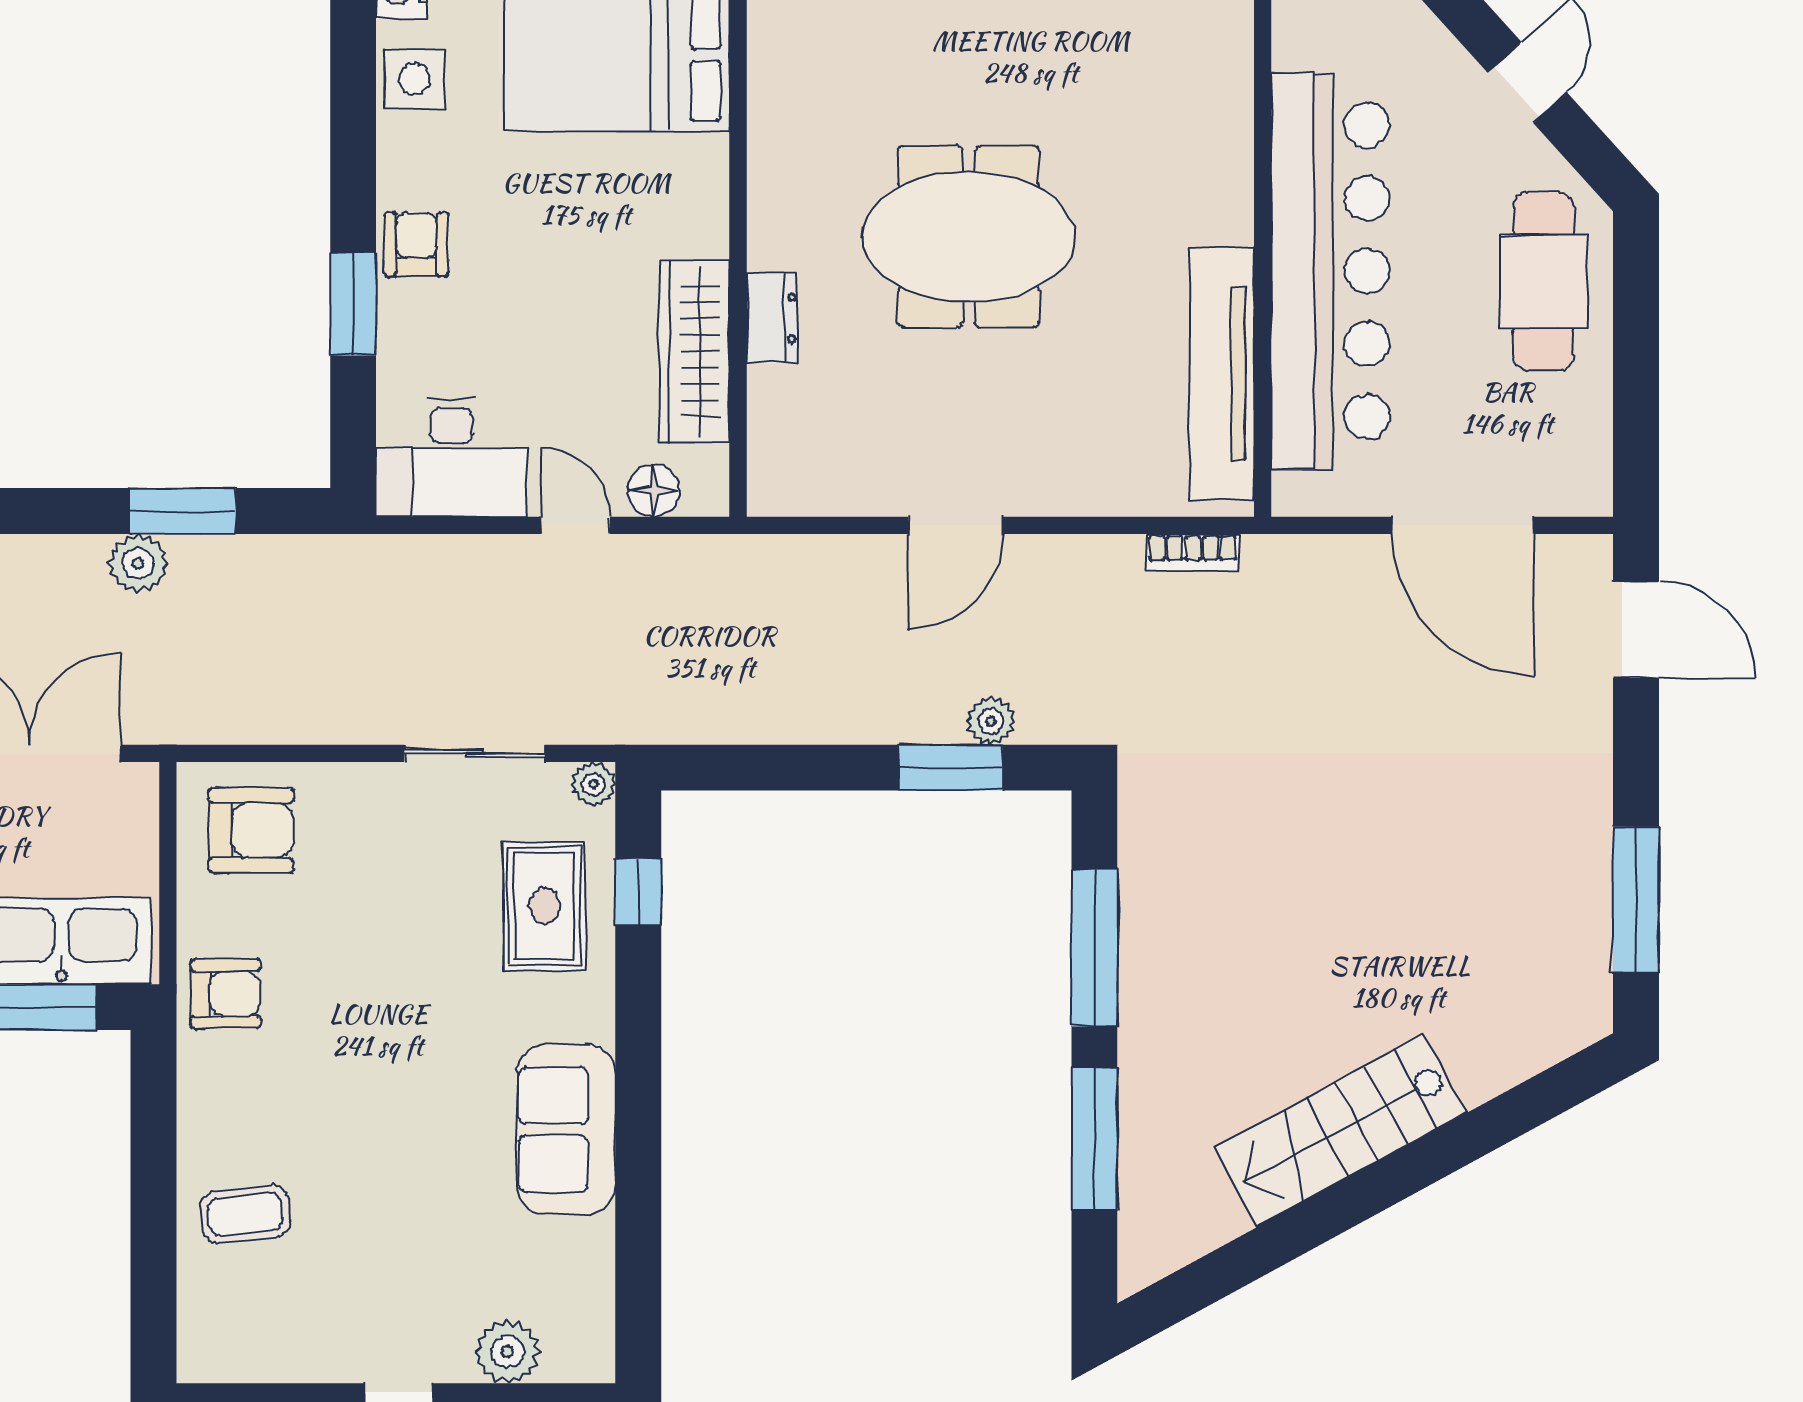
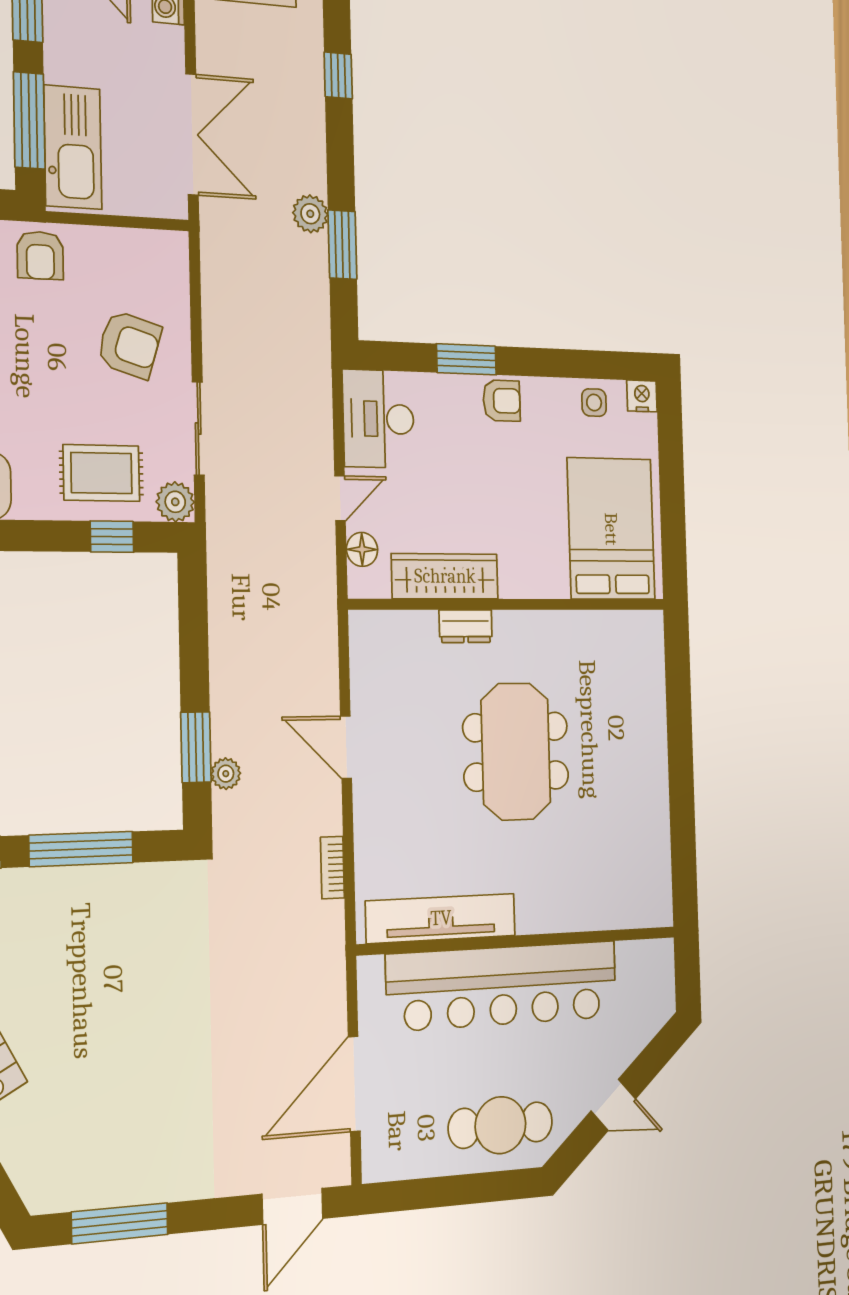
side table: (414, 79) -> (594, 403), width x0.73, depth x0.73
bookcase: (1193, 552) -> (332, 868), moved
plant: (593, 784) -> (175, 502), width x1.38, depth x1.38
armchair: (251, 830) -> (129, 345), moved, turned -73

